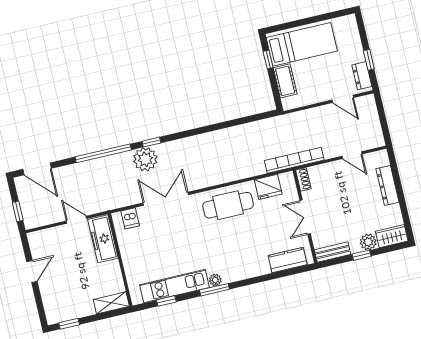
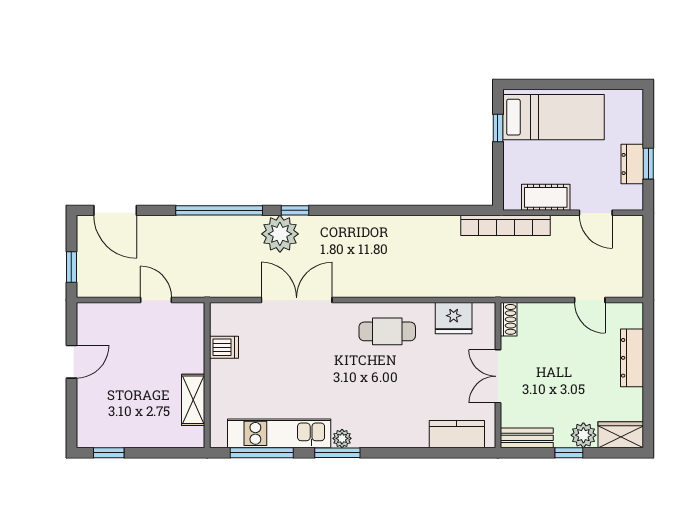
dresser: (362, 76) -> (632, 164), moved
cot: (285, 81) -> (546, 197), moved, turned 90
bookcase: (294, 160) -> (506, 225), moved, turned 180
cafe table: (228, 205) -> (387, 331), width x0.73, depth x0.74
dishwasher: (130, 218) -> (224, 347), moved, turned -90
freezer: (103, 239) -> (189, 338), removed
window: (166, 301) -> (262, 453), width x2.17
shelving: (111, 303) -> (193, 400), moved, turned 90

